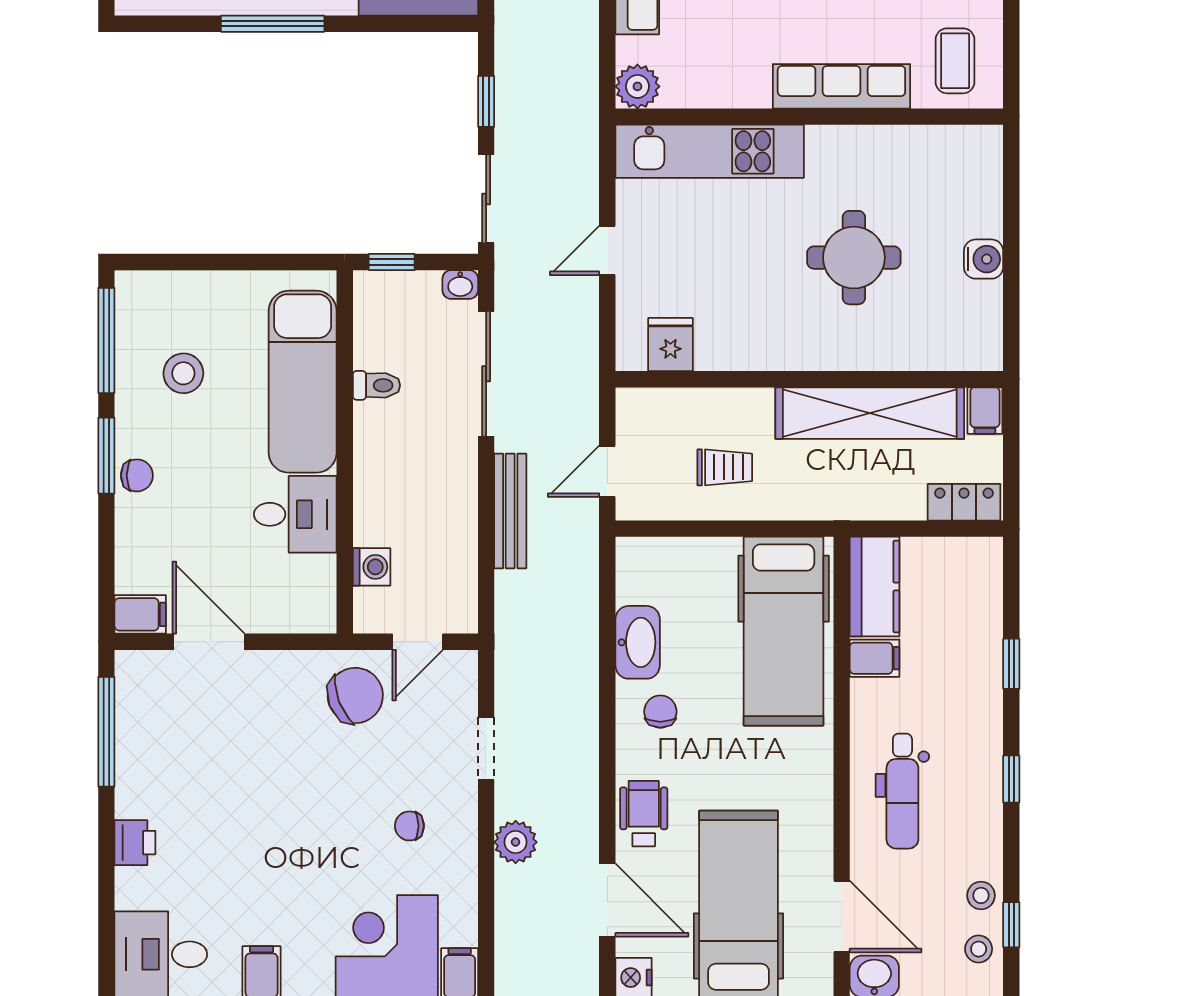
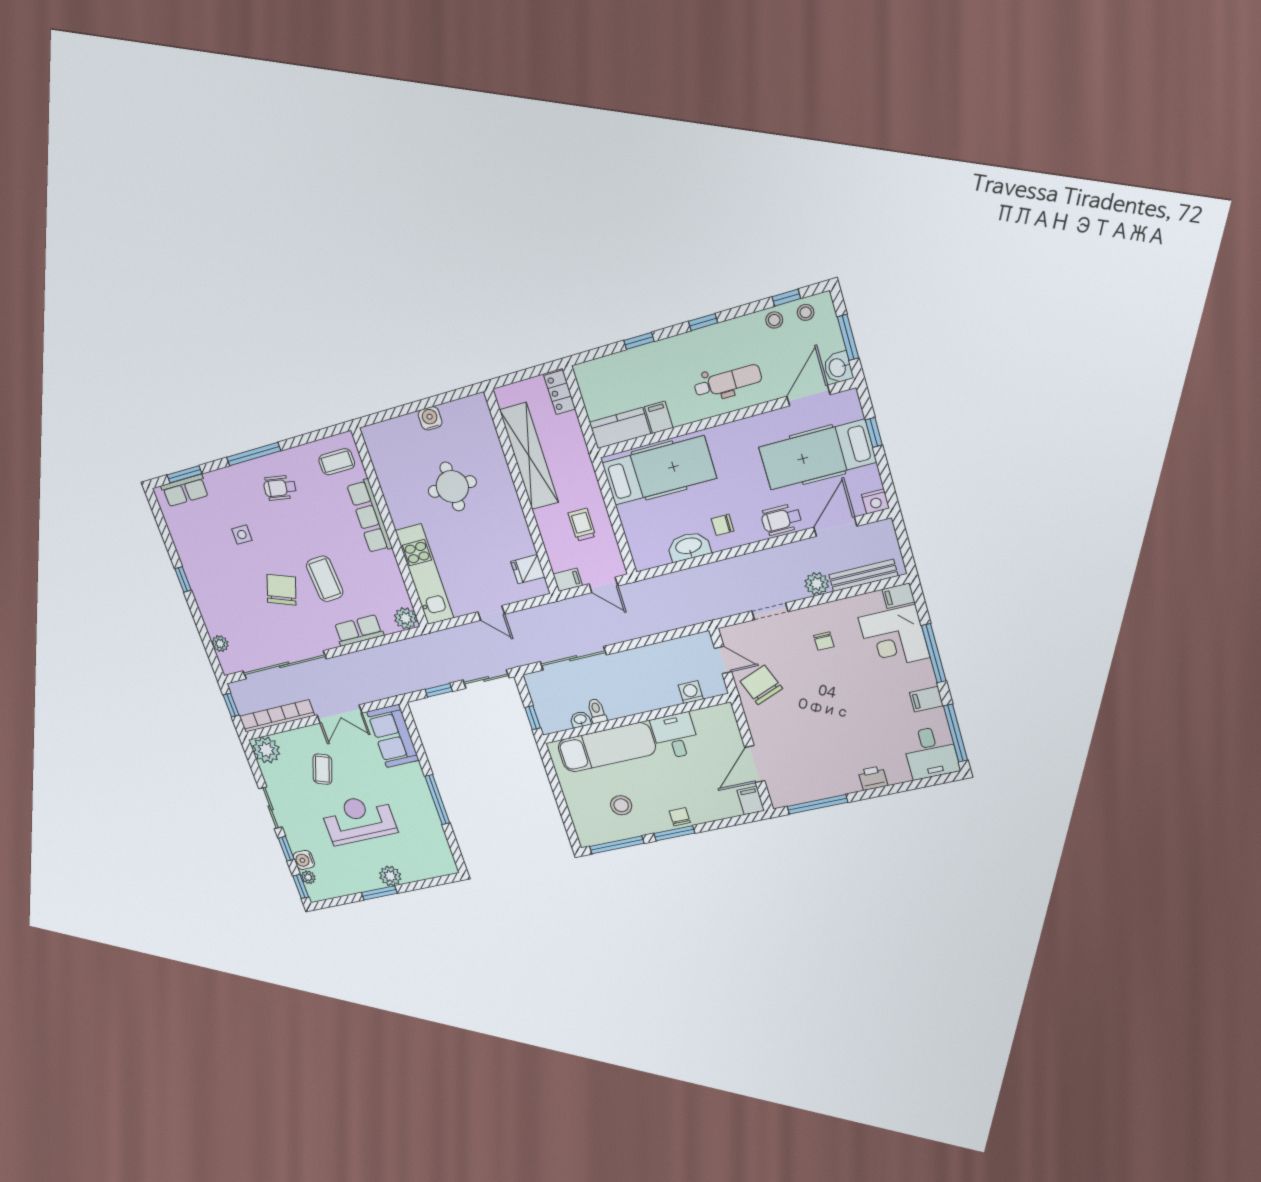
washbasin: (460, 285) -> (580, 720), moved, turned -90
filing cabinet: (985, 411) -> (568, 580), moved
bench: (510, 511) -> (863, 575), moved

